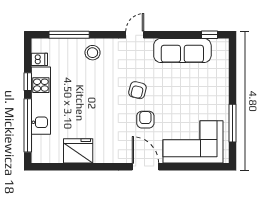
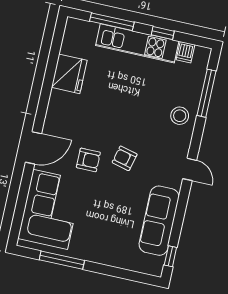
window: (28, 125) -> (112, 22), width x0.68

